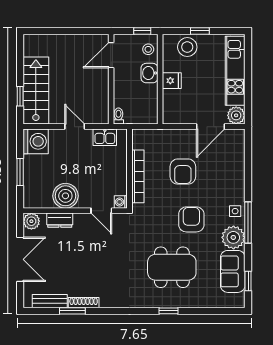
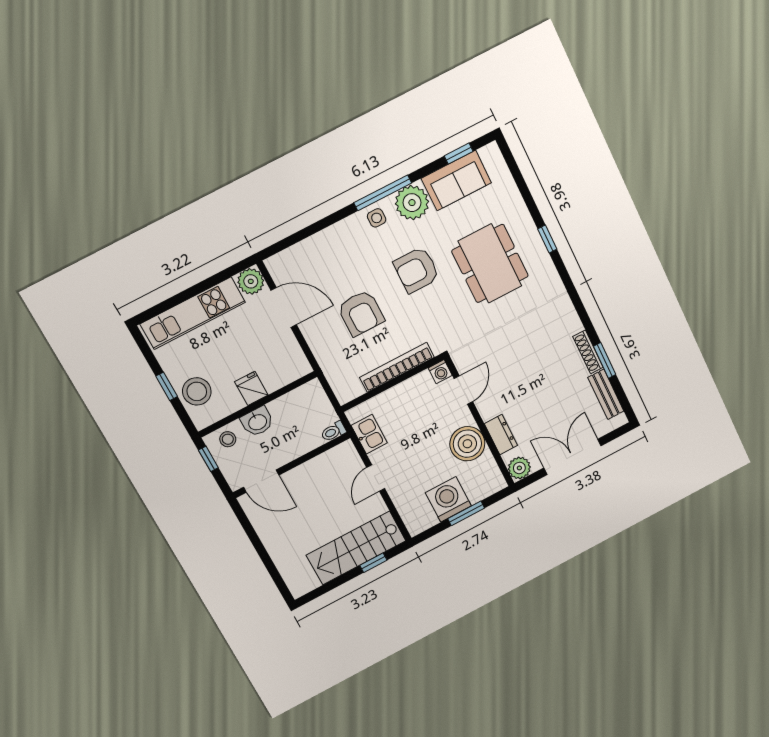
washing machine: (36, 141) -> (448, 499), moved
armchair: (183, 172) -> (361, 313), turned 90

